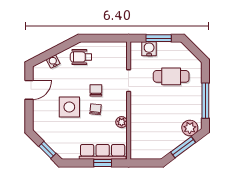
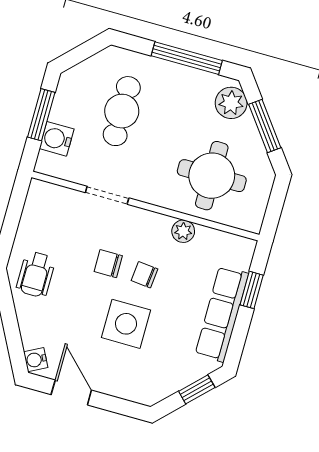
water cooler: (53, 61) -> (36, 360), moved
round table: (152, 128) -> (212, 176), added
row of seats: (103, 152) -> (222, 314), moved

